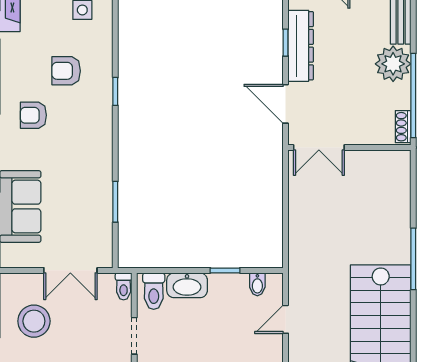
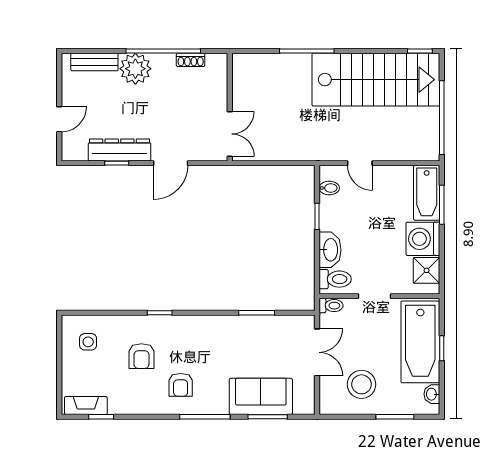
double door: (319, 148) -> (230, 134), moved
wall: (349, 148) -> (230, 107), moved

